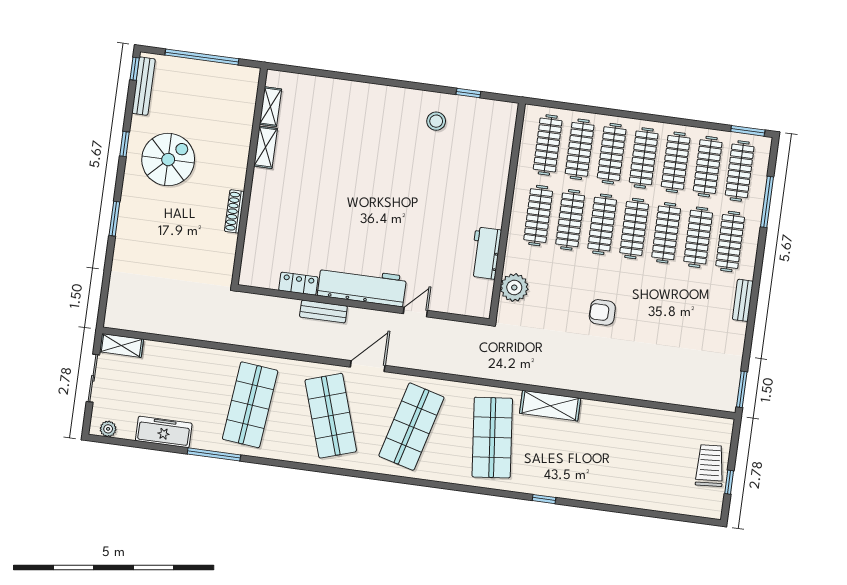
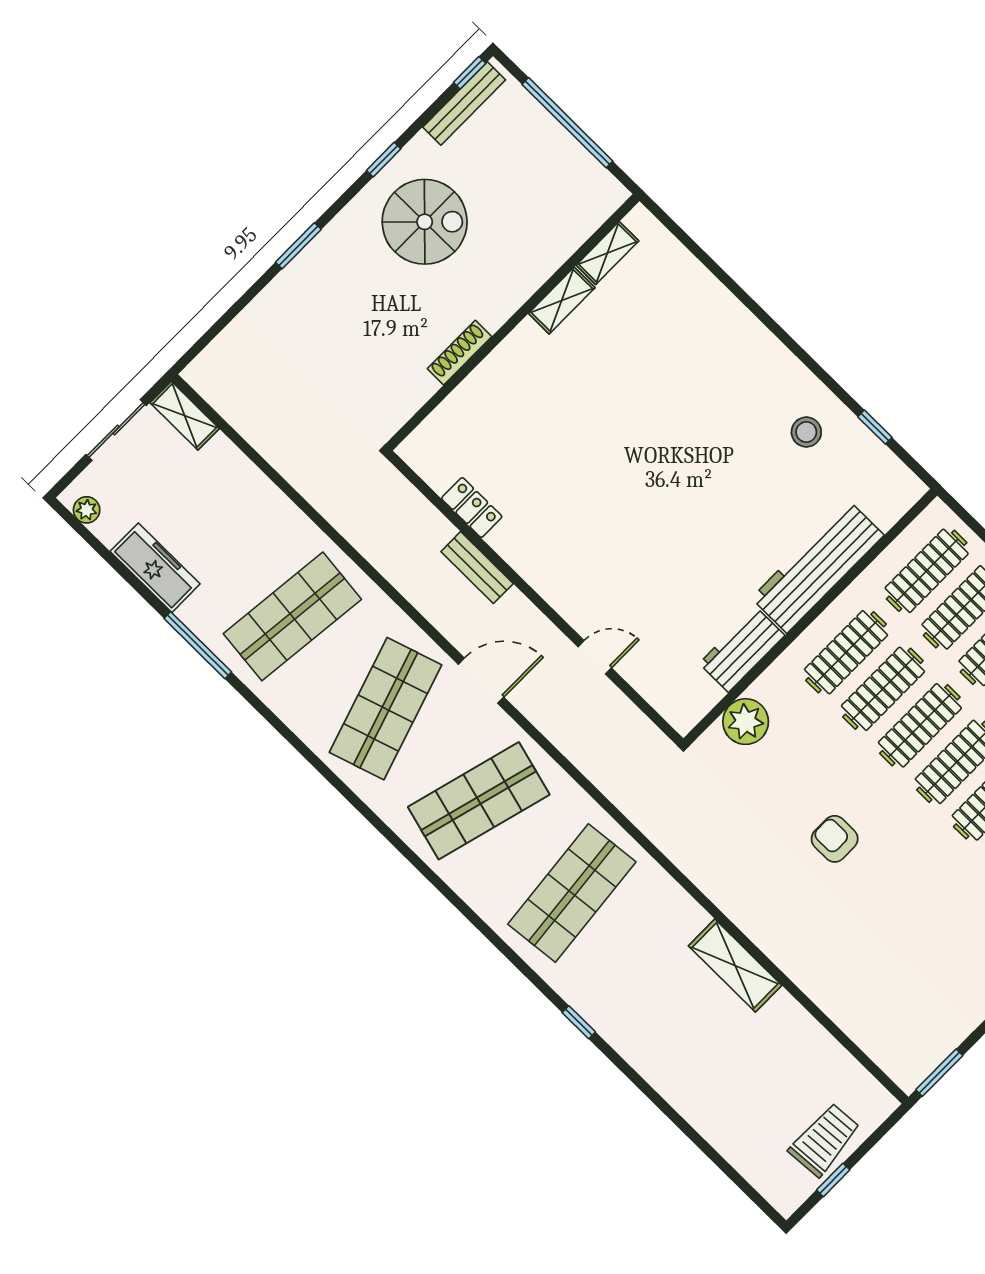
workbench: (362, 286) -> (818, 567), moved, turned -90
shelving: (550, 406) -> (735, 966), moved

